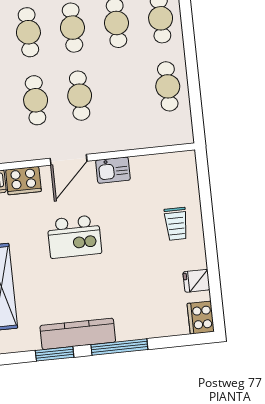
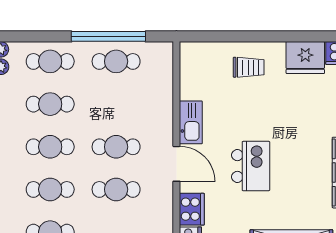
window: (193, 76) -> (108, 36), added
kitchen sink: (113, 170) -> (191, 122), width x1.38
fridge: (196, 281) -> (305, 58), width x1.88, depth x1.34

